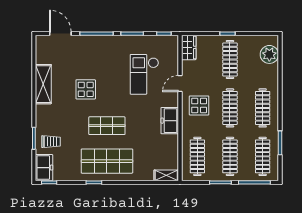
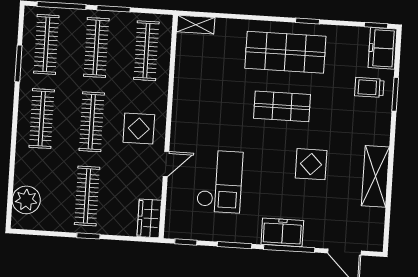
freezer: (170, 121) -> (282, 232), moved, turned -90

